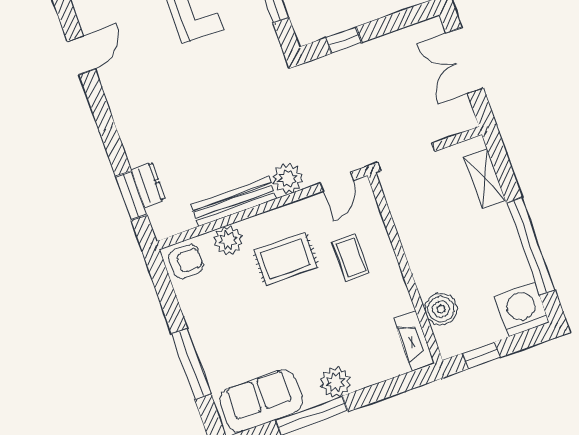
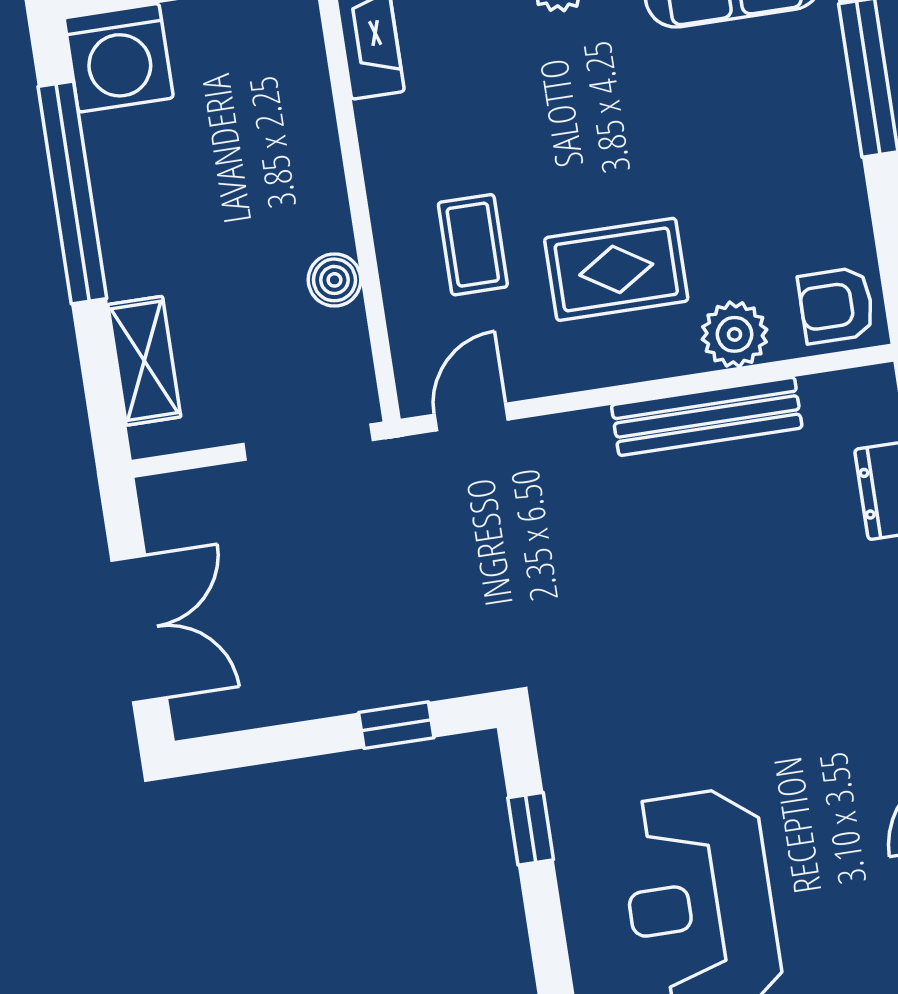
plant: (288, 178) -> (578, 445), removed
boiler: (441, 309) -> (335, 280), moved, width x0.73, depth x0.73

